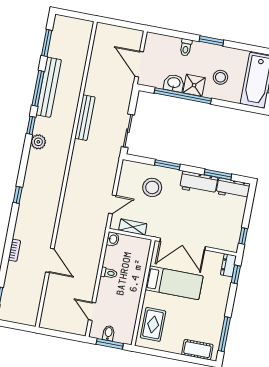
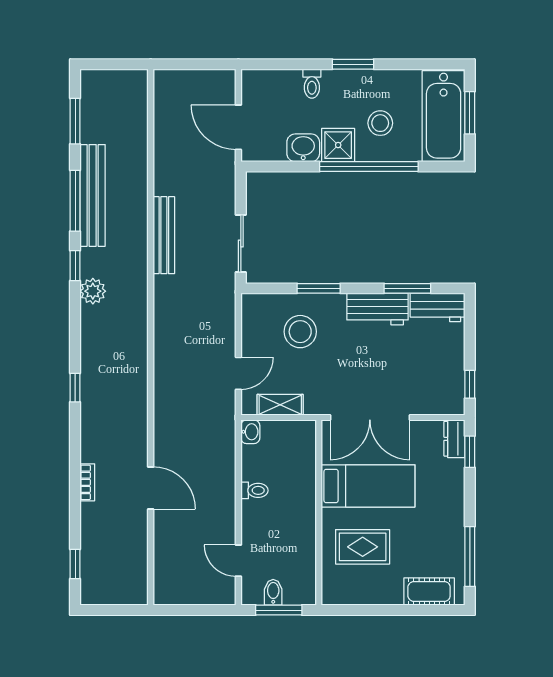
window: (183, 96) -> (369, 167), moved
rug: (153, 324) -> (363, 547), moved, turned 90

